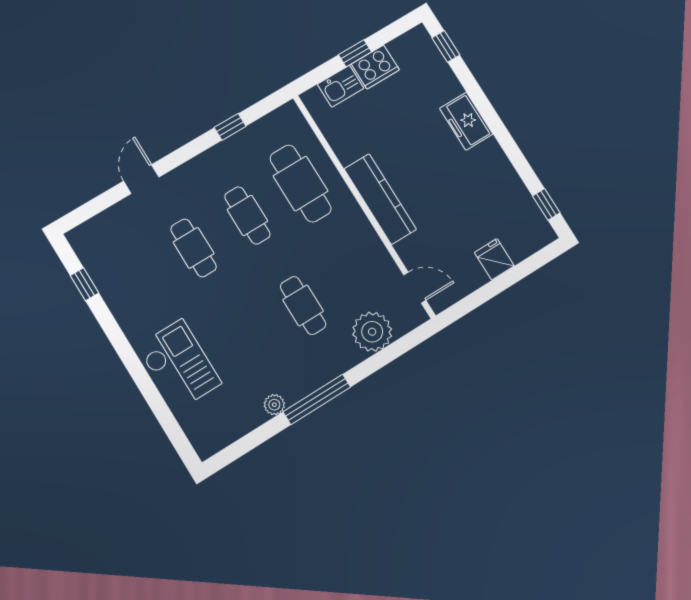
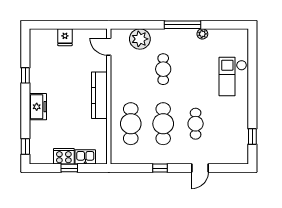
window: (230, 127) -> (160, 168), moved
window: (546, 204) -> (25, 75), moved
cafe table: (247, 215) -> (163, 124), width x1.37, depth x1.35

